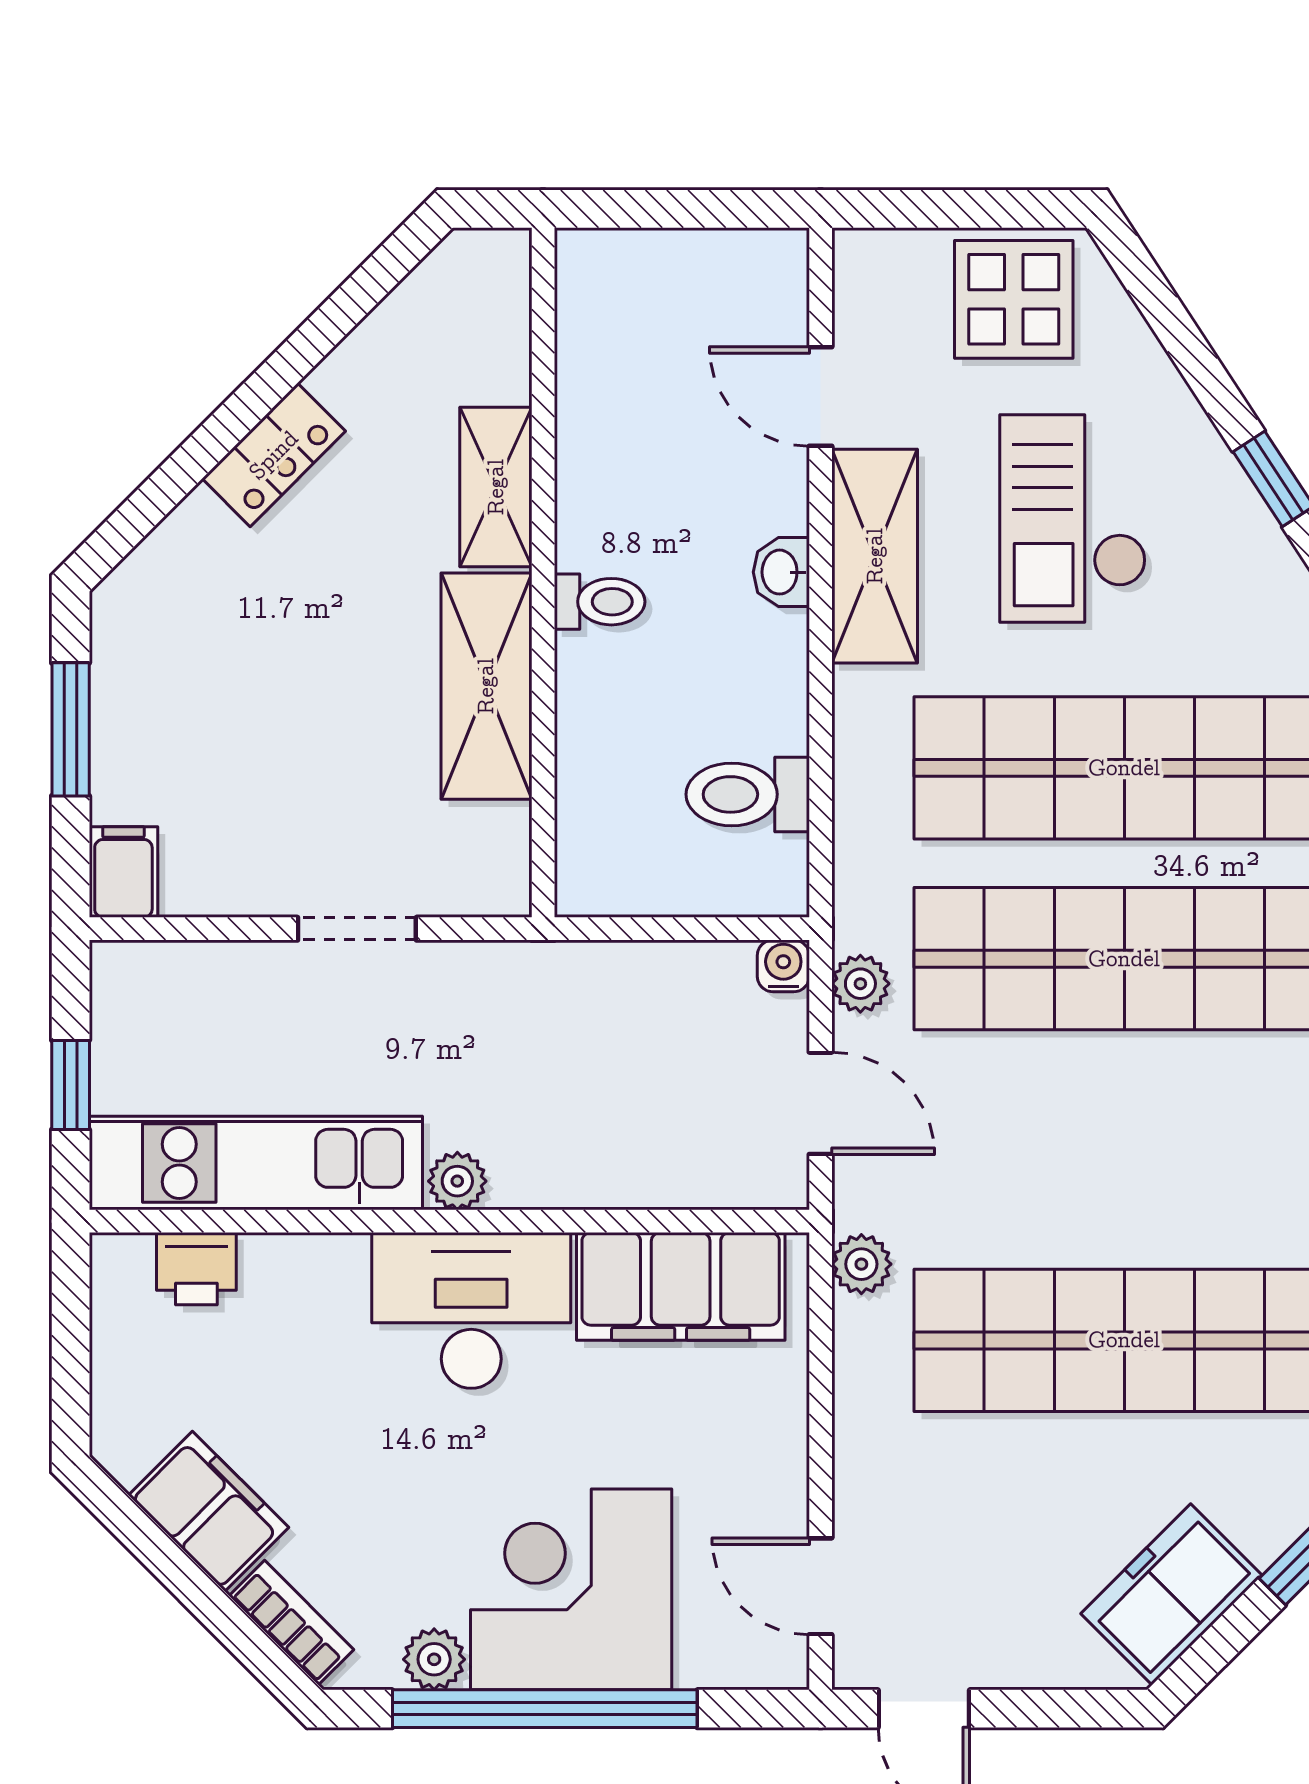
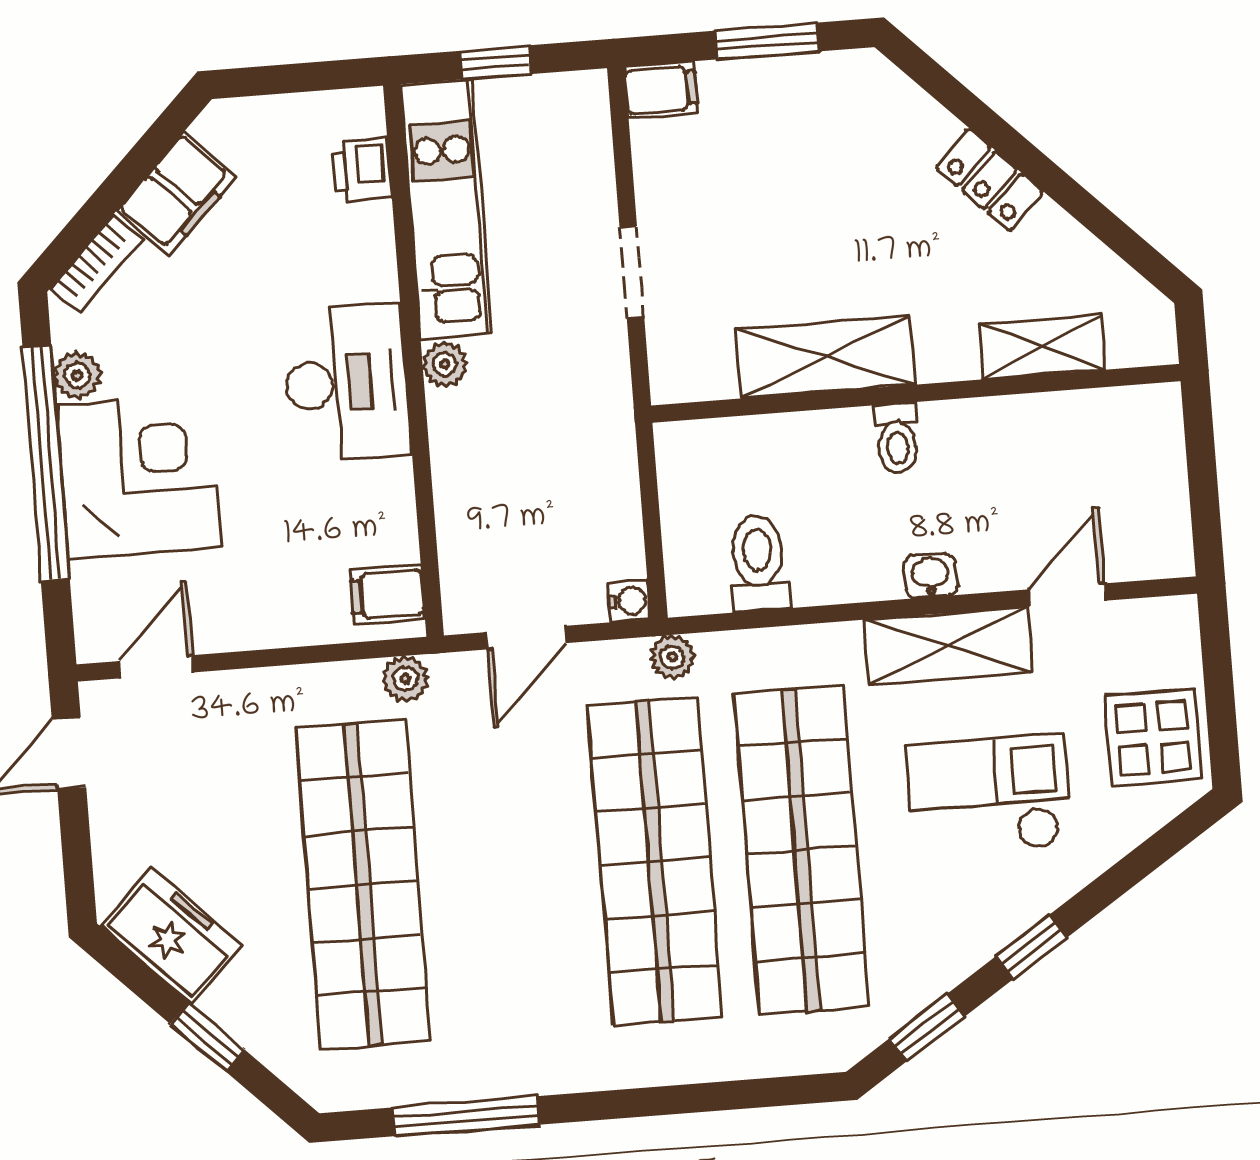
shelving: (496, 487) -> (1042, 347), moved
plant: (860, 984) -> (672, 657), moved
filing cabinet: (681, 1286) -> (388, 594), width x0.33, depth x0.86

